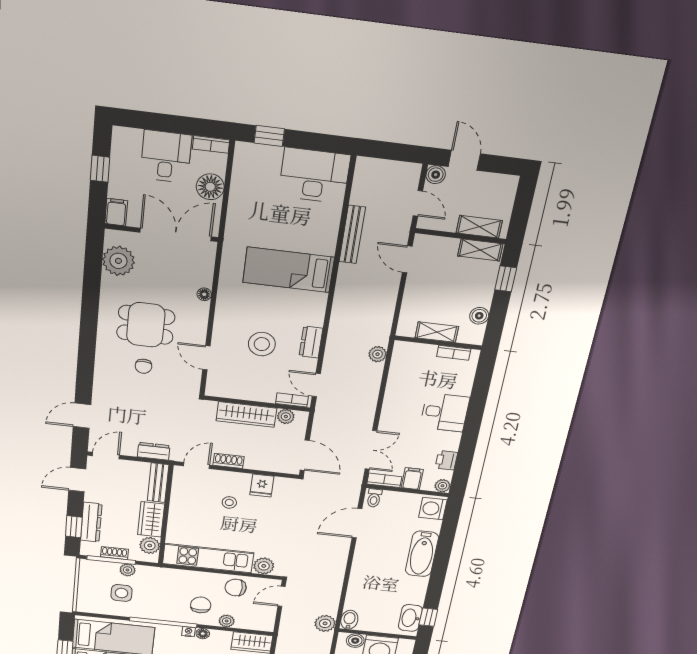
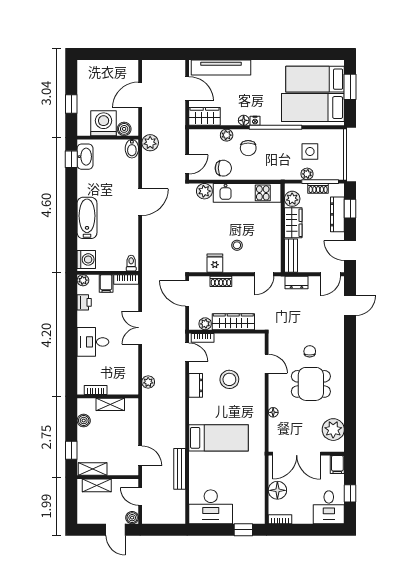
desk: (166, 157) -> (329, 507), moved
double door: (371, 450) -> (140, 328), moved
shoe rack: (229, 461) -> (221, 281), moved
door: (77, 480) -> (350, 251), swing flipped
door: (357, 523) -> (140, 202), moved

